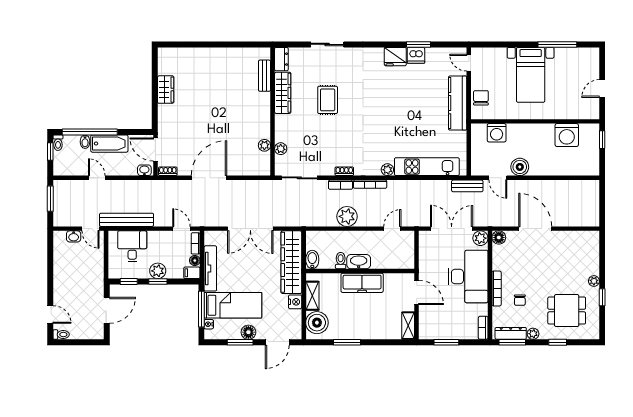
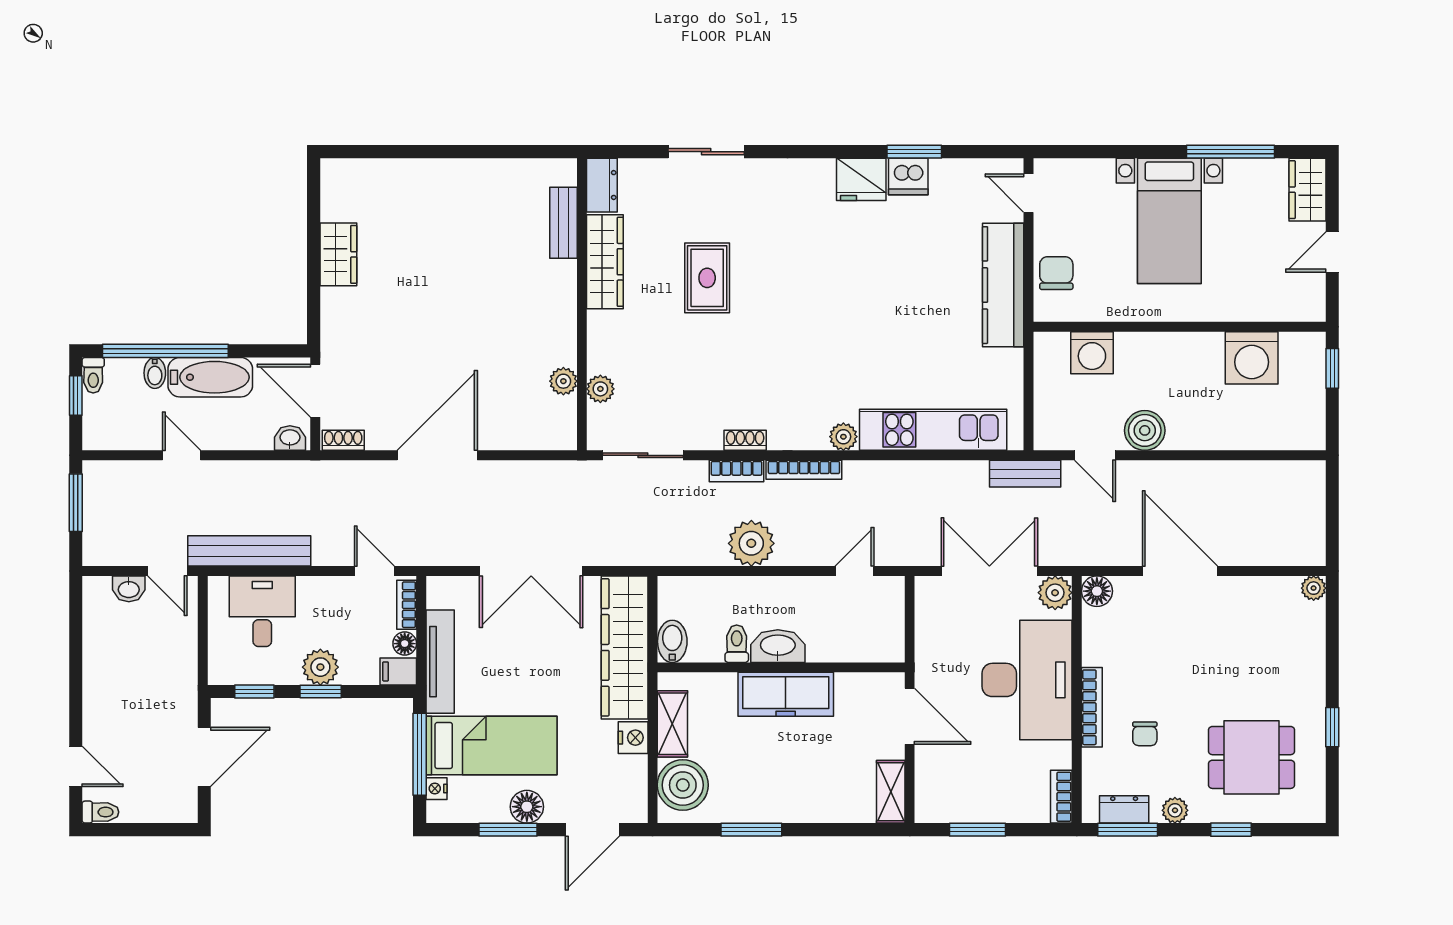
wardrobe: (591, 61) -> (1307, 190), added
plant: (594, 281) -> (1314, 588), moved
dresser: (511, 333) -> (1124, 809), width x0.70

